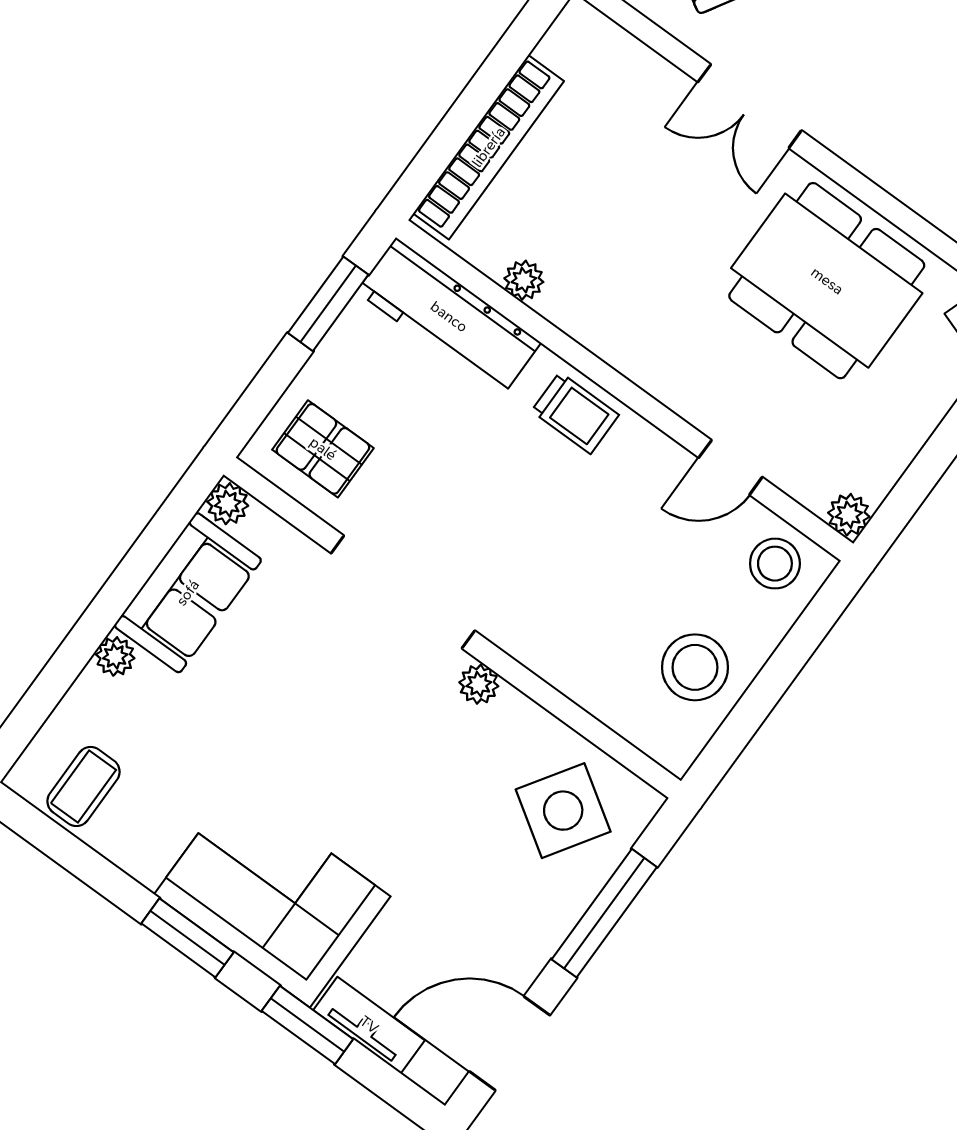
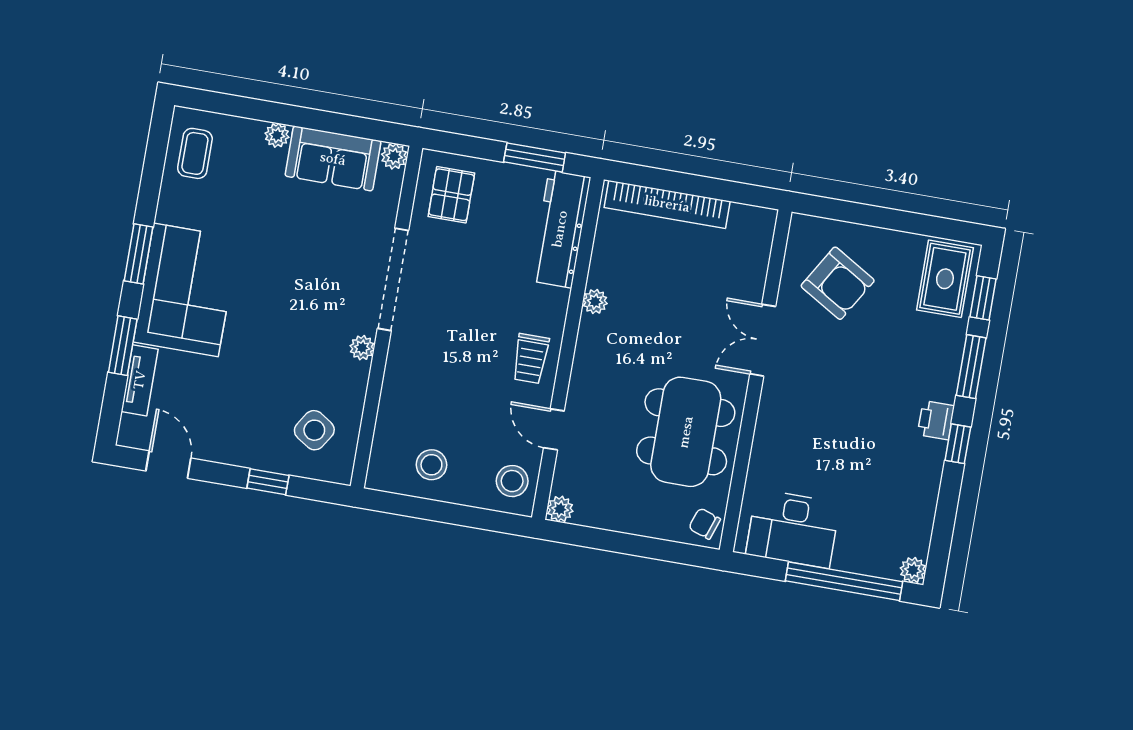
plant: (524, 280) -> (595, 302), moved
trolley: (575, 413) -> (531, 359), moved
stool: (695, 667) -> (431, 465), width x0.73, depth x0.73
coffee table: (84, 787) -> (195, 153), turned 90
side table: (563, 811) -> (314, 430), width x0.73, depth x0.73
window: (604, 913) -> (268, 482), width x0.46
door: (510, 1043) -> (168, 465), width x0.73

